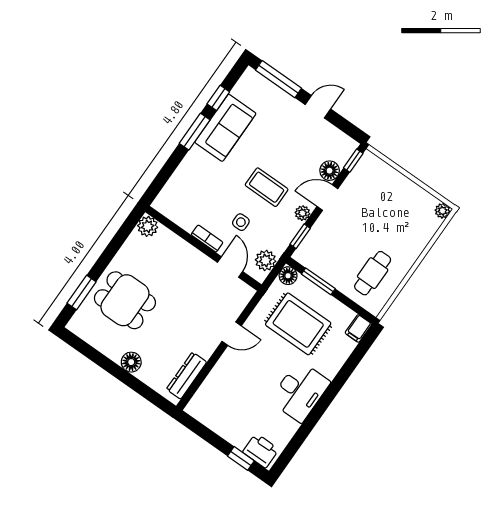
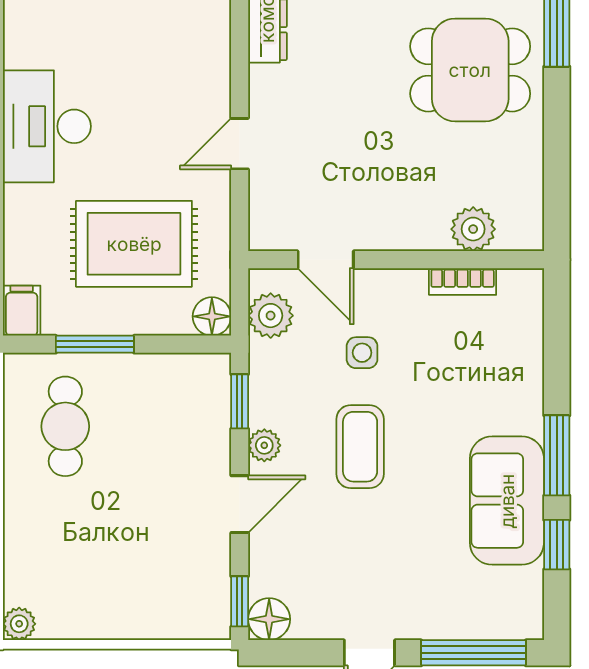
floor lamp: (330, 171) -> (269, 619), moved
coffee table: (267, 187) -> (360, 447), turned 90
plant: (148, 226) -> (473, 229), moved
bookcase: (207, 239) -> (463, 282), moved
window: (318, 281) -> (95, 344), moved

